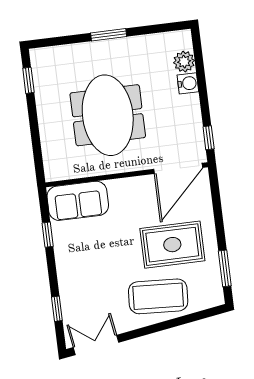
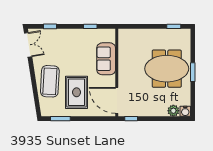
water cooler: (188, 83) -> (185, 111), moved
meeting table: (108, 115) -> (167, 69), moved
sofa: (78, 201) -> (106, 59), moved

